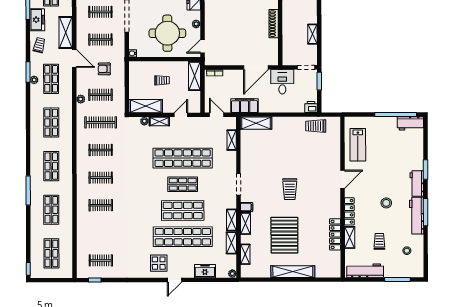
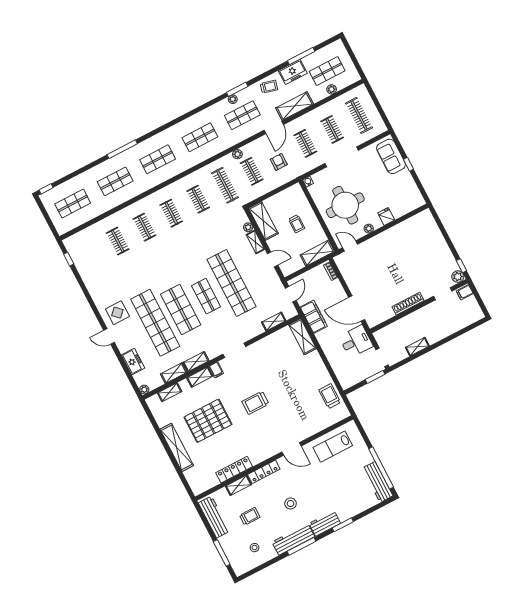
printer: (311, 107) -> (346, 382), removed
workbench: (410, 123) -> (378, 482), width x1.37
clothes rail: (101, 260) -> (118, 241), moved

